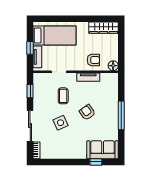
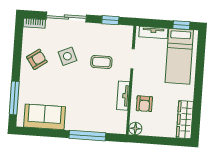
window: (30, 48) -> (181, 25), moved
armchair: (87, 112) -> (37, 59), moved
window: (121, 115) -> (87, 136), moved
sofa: (103, 150) -> (45, 117), moved, turned -90
window: (96, 162) -> (14, 98), width x2.17

